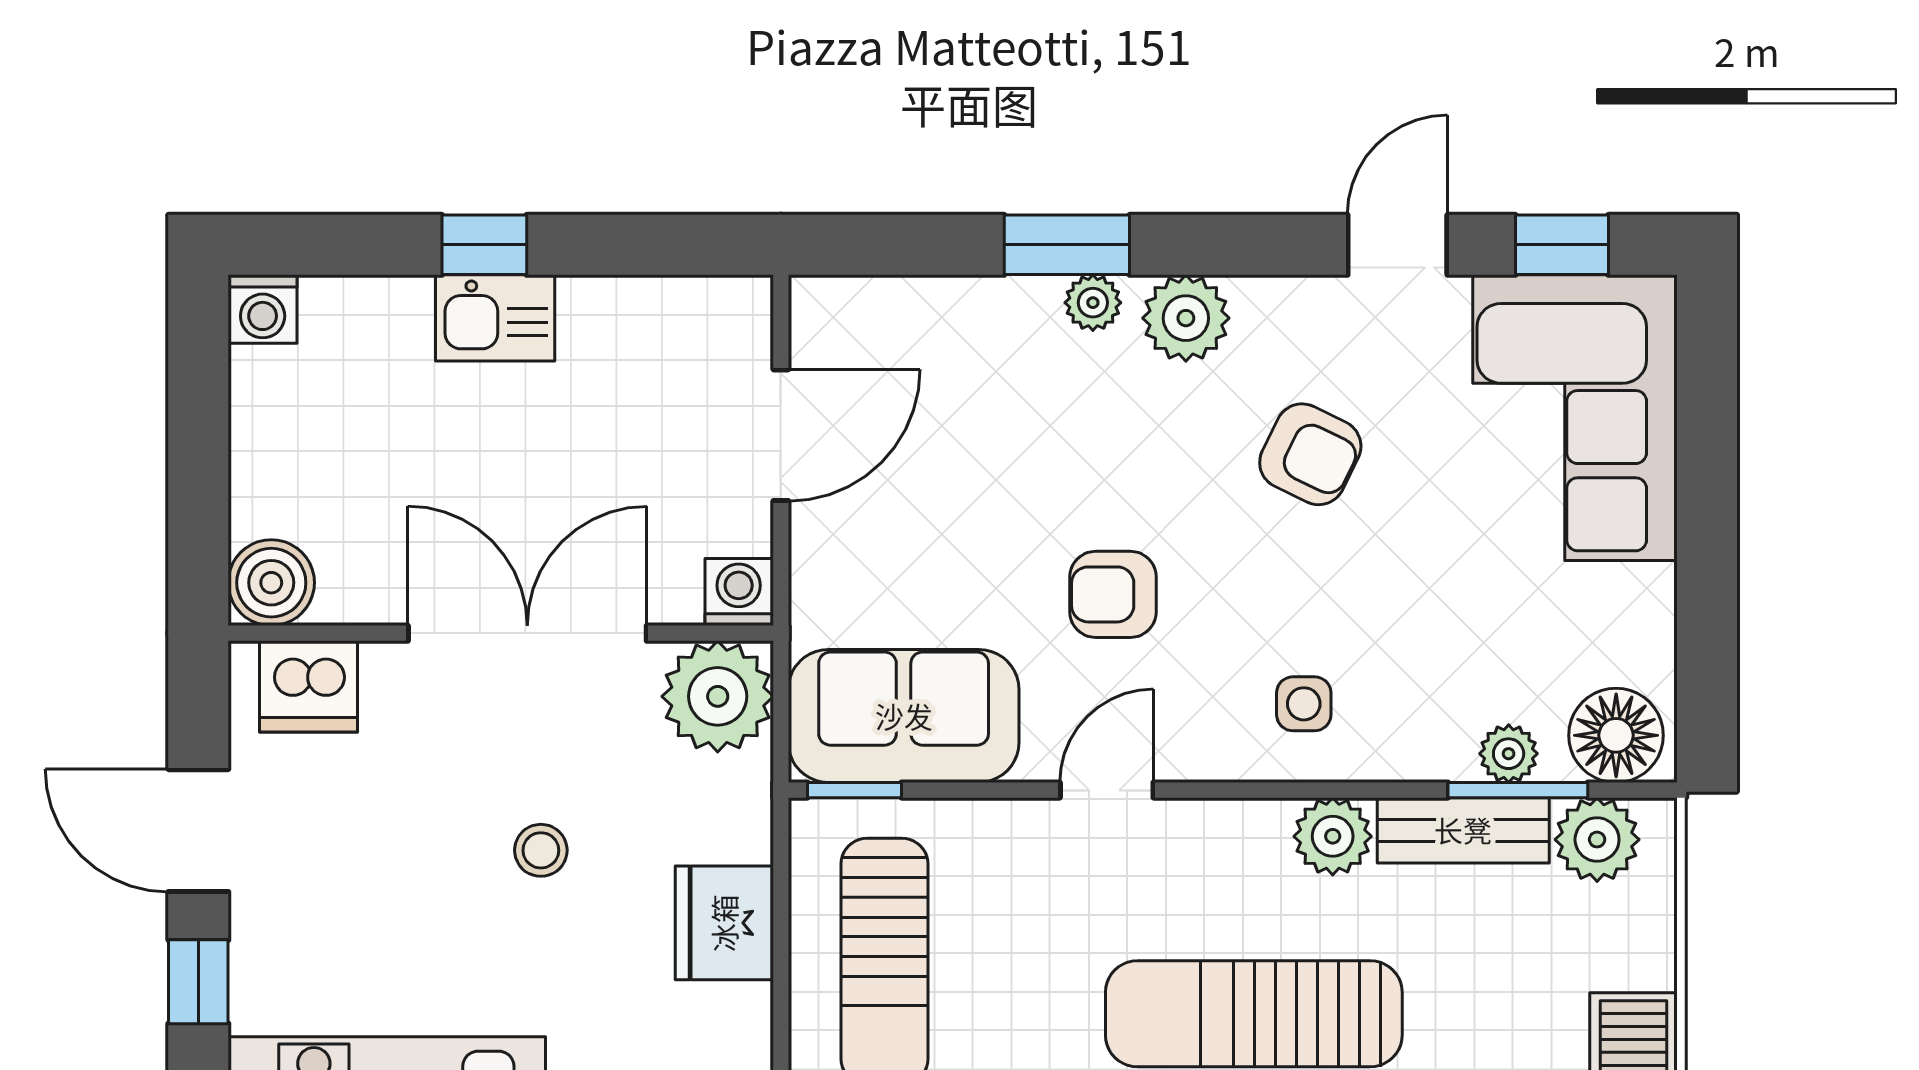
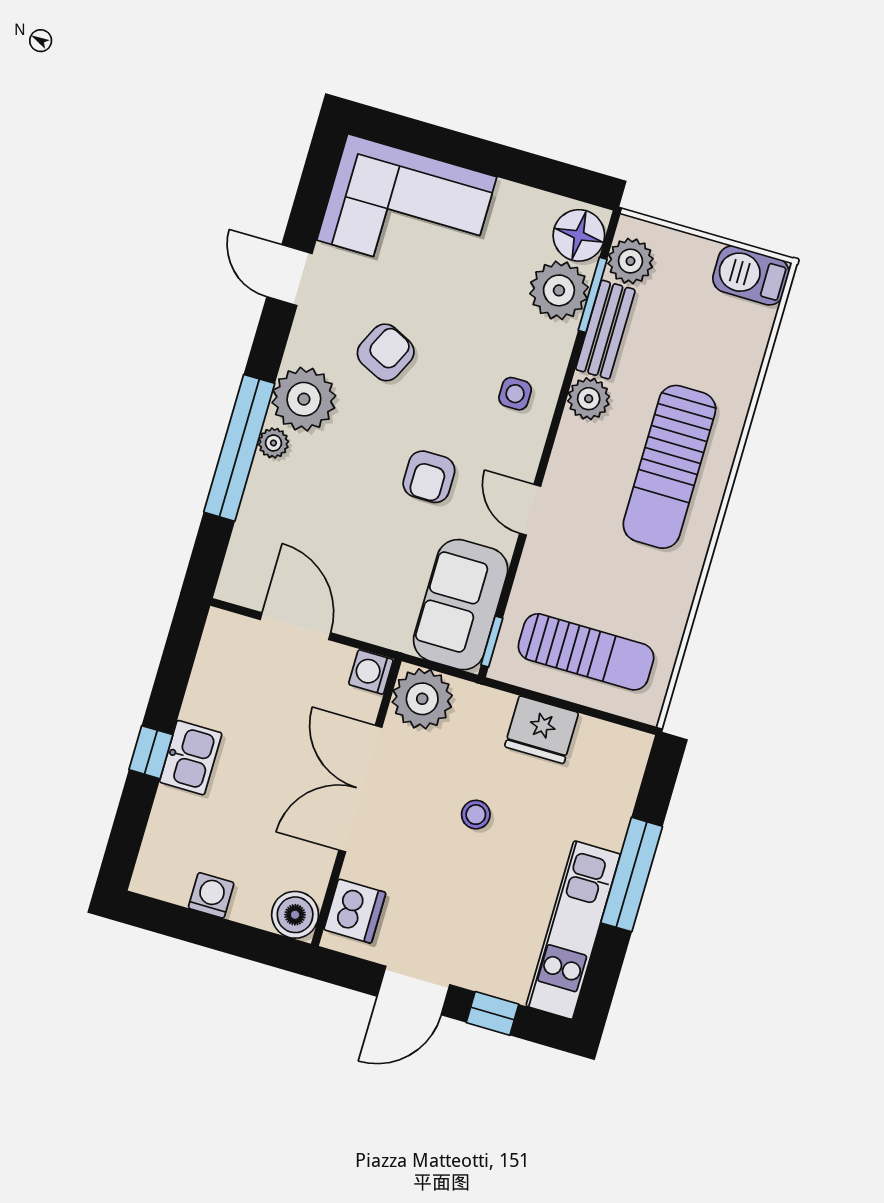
window: (1067, 245) -> (239, 448), width x2.11
window: (1562, 245) -> (314, 189), removed
washing machine: (263, 309) -> (211, 895), moved, turned -90
plant: (1186, 318) -> (304, 399), width x1.36, depth x1.36
plant: (1509, 754) -> (559, 290), width x1.88, depth x1.88

